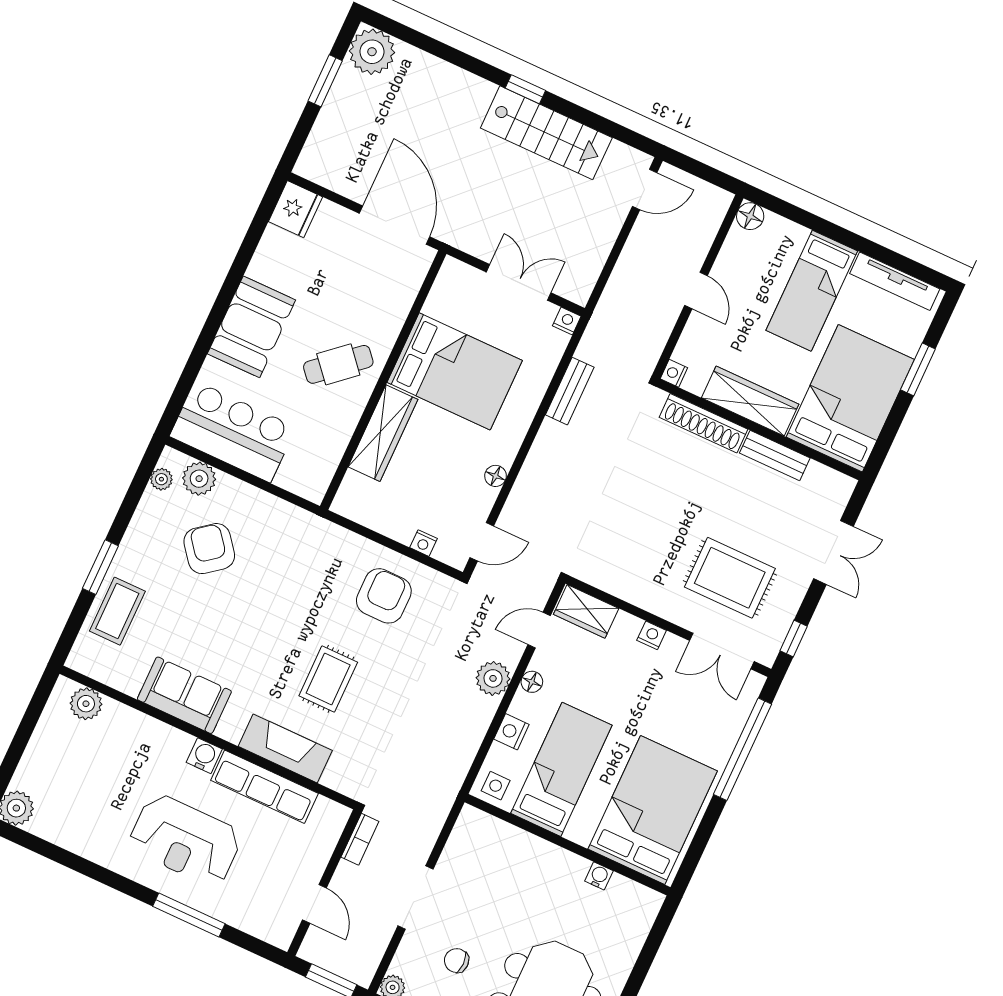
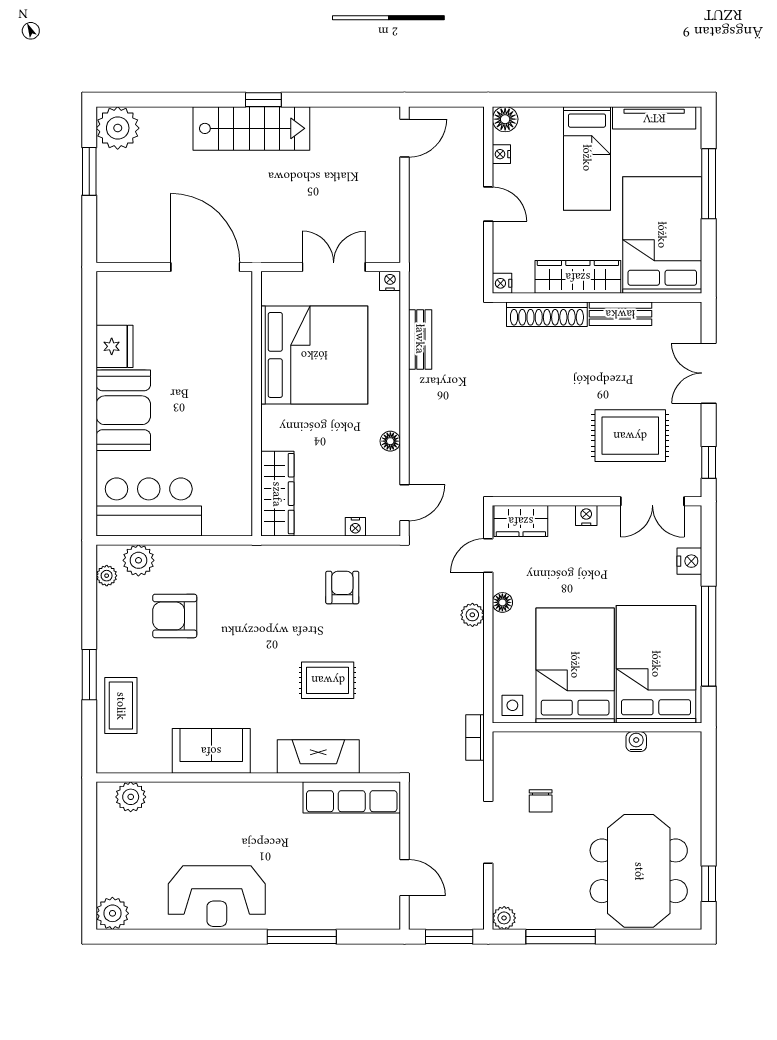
stairs: (546, 133) -> (251, 128), moved
fridge: (296, 209) -> (115, 346), moved
nightstand: (731, 248) -> (501, 154), added
cafe table: (338, 364) -> (212, 408), removed
window: (918, 369) -> (709, 184), width x1.44
bed: (455, 371) -> (314, 355), width x1.36
wardrobe: (383, 433) -> (277, 494), moved
armchair: (209, 549) -> (175, 616), turned -52
double door: (833, 552) -> (709, 373), swing flipped
armchair: (384, 596) -> (342, 588), width x0.72, depth x0.72
plant: (493, 678) -> (472, 615), width x0.73, depth x0.73
rug: (328, 679) -> (328, 680), turned 90
nightstand: (511, 732) -> (689, 561), moved, turned 180
window: (742, 749) -> (709, 636), moved
water cooler: (204, 756) -> (252, 795), removed
bed: (561, 769) -> (575, 665), width x1.50
row of seats: (264, 787) -> (352, 797), moved
bookcase: (360, 839) -> (475, 738), moved, turned 180
reception desk: (185, 840) -> (217, 896), moved
chair: (457, 961) -> (541, 801), moved, turned -90

